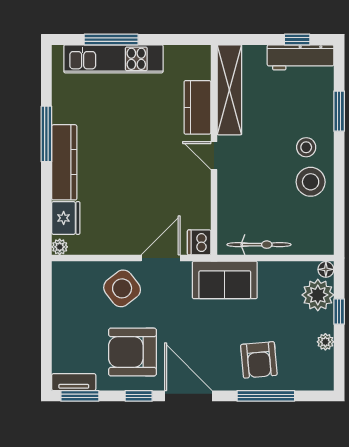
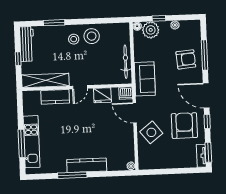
window: (297, 40) -> (18, 59), moved
fridge: (66, 218) -> (102, 95), moved, turned 180
armchair: (133, 352) -> (184, 126), turned 180
door: (188, 396) -> (206, 95), hinge flipped

